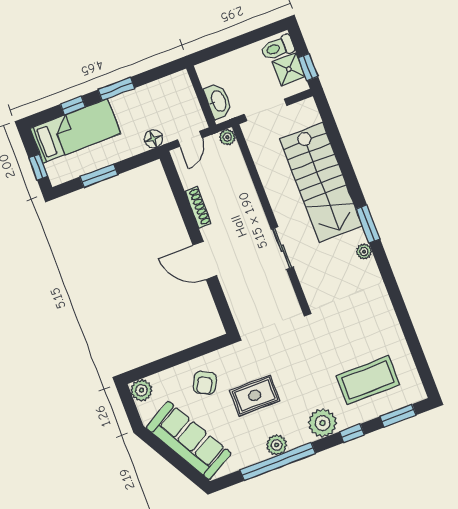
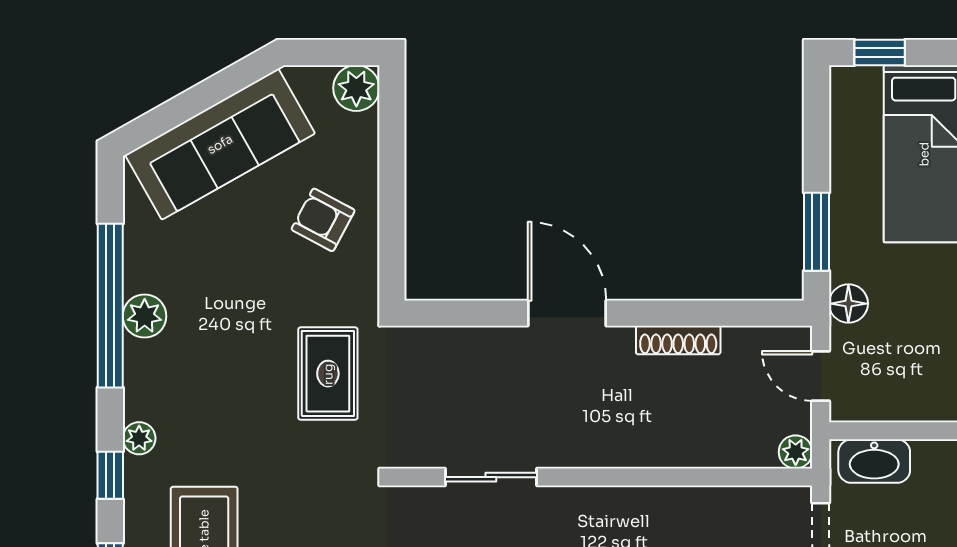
window: (99, 176) -> (816, 232), moved
sliding door: (282, 248) -> (491, 477), moved
door: (205, 260) -> (567, 313), hinge flipped
rug: (255, 395) -> (328, 374), moved
plant: (322, 423) -> (139, 438), width x0.53, depth x0.53

